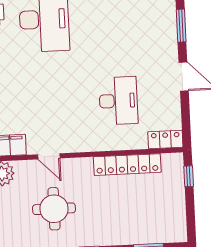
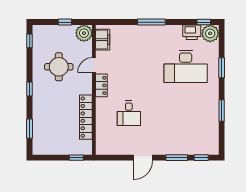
desk: (118, 101) -> (129, 113), width x0.73
locker: (165, 139) -> (101, 85), moved

